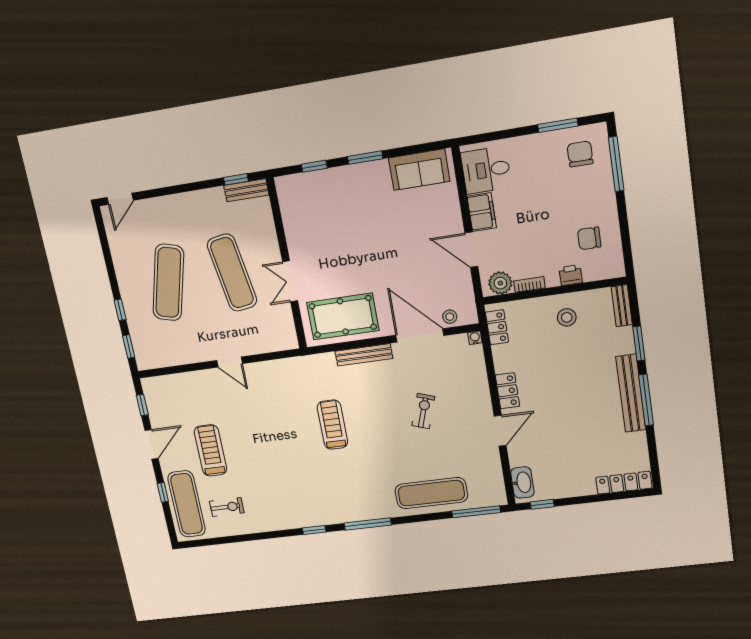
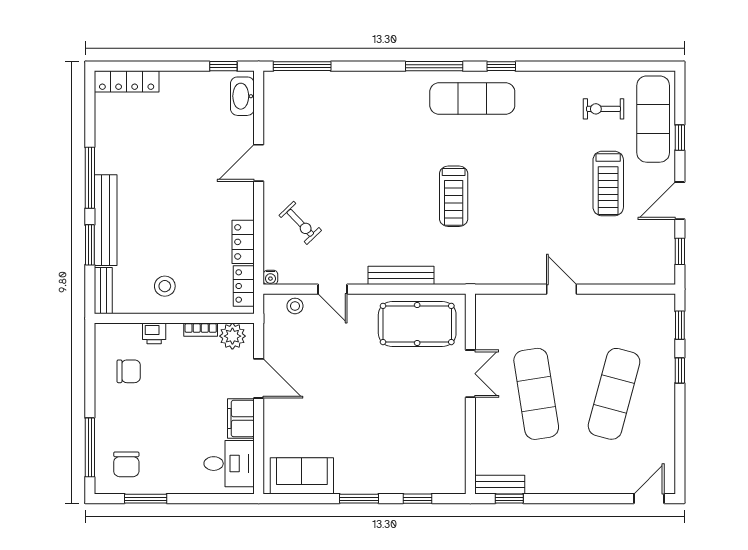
door: (420, 335) -> (333, 289), width x0.53
locker: (507, 391) -> (243, 242), moved
bench: (631, 393) -> (106, 220), moved
exercise bike: (423, 411) -> (300, 223), moved, turned -63
exercise mat: (431, 493) -> (472, 99), moved

